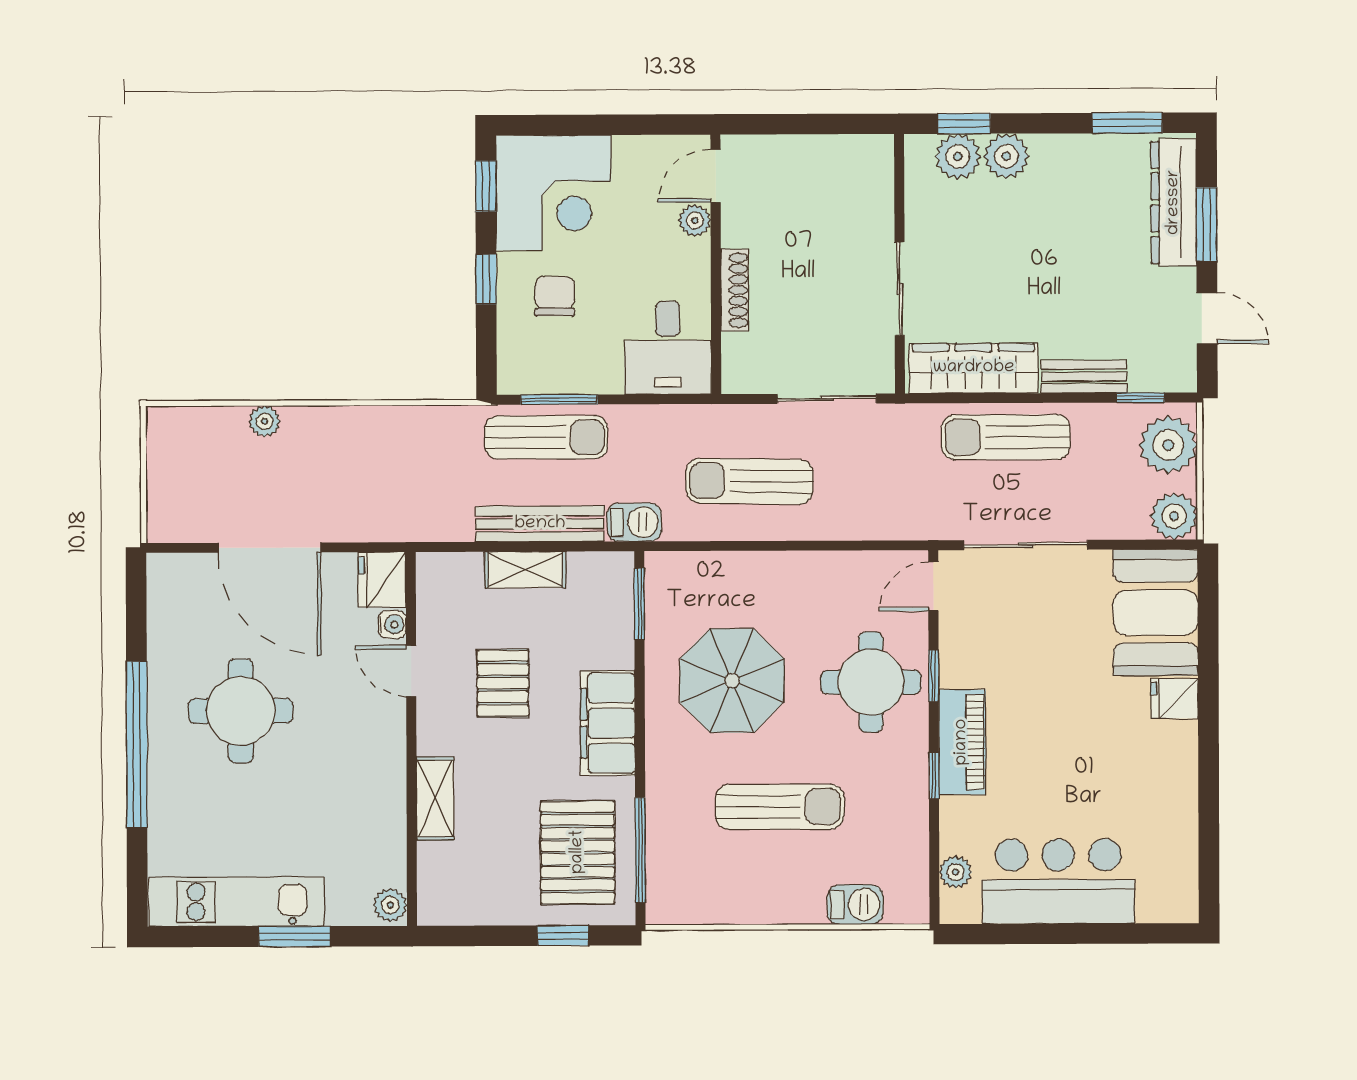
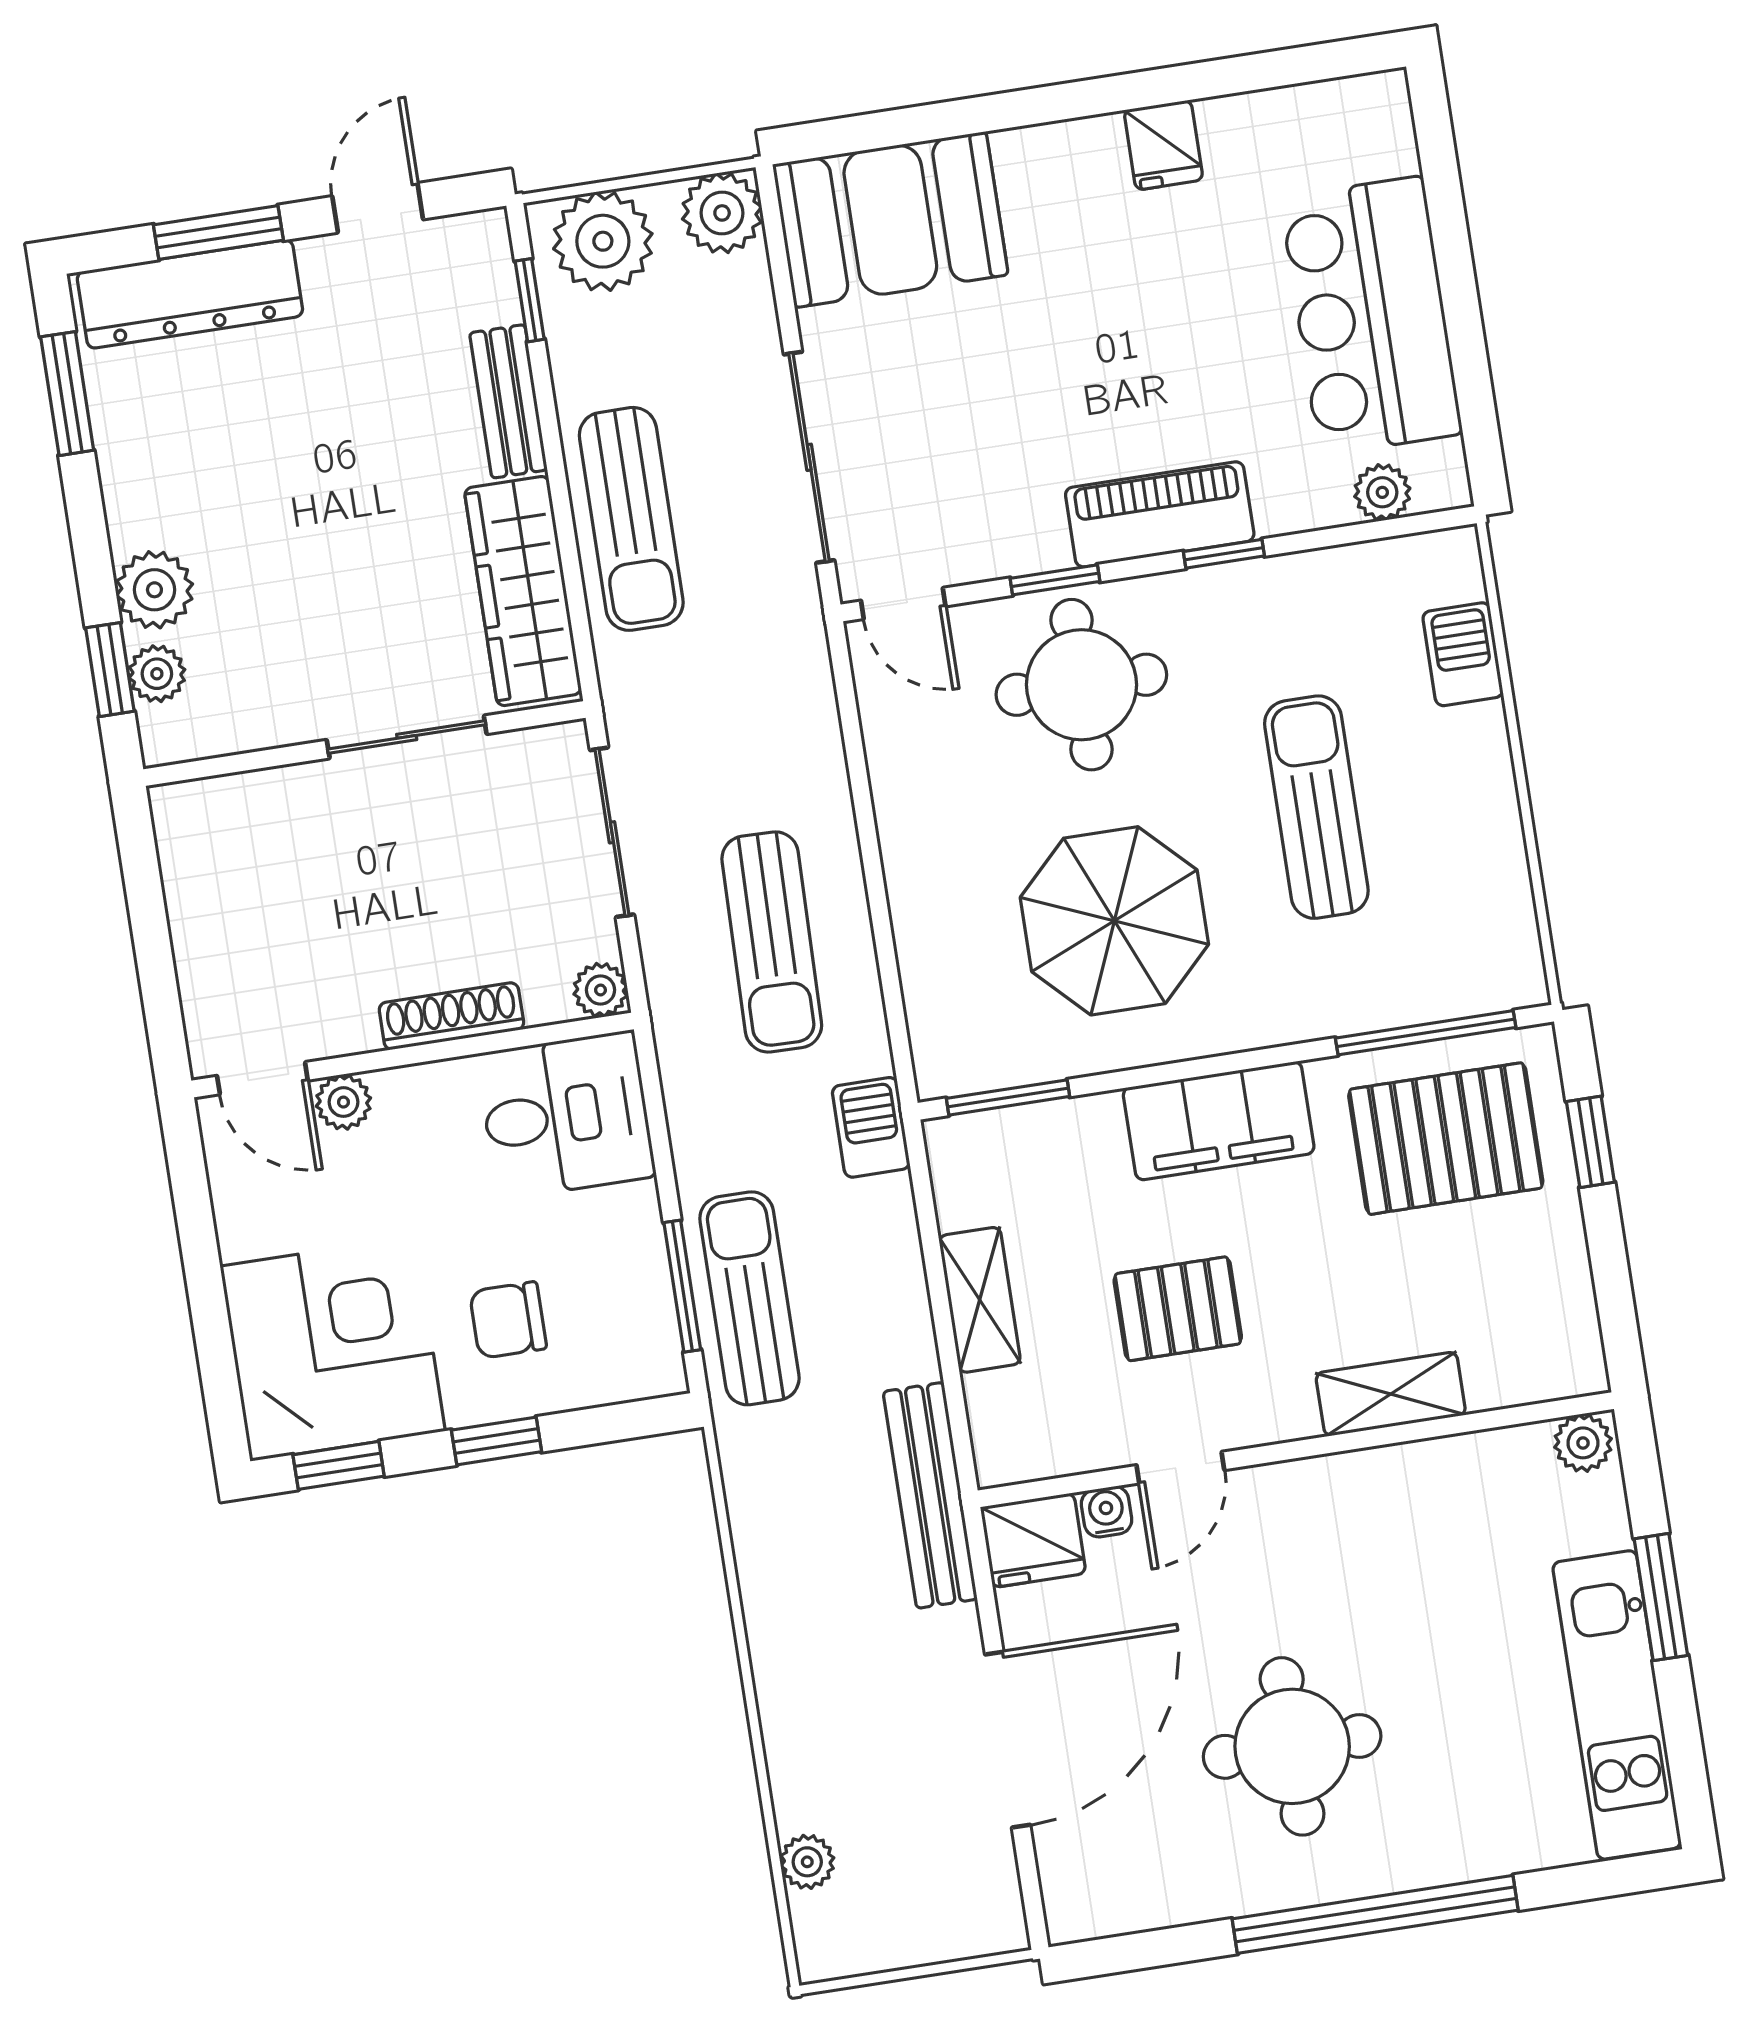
plant: (958, 156) -> (157, 674), width x0.73, depth x0.73
plant: (737, 378) -> (601, 990), added
plant: (265, 421) -> (807, 1862), moved
bench: (540, 524) -> (930, 1495), moved
fridge: (1174, 699) -> (1163, 145), moved

